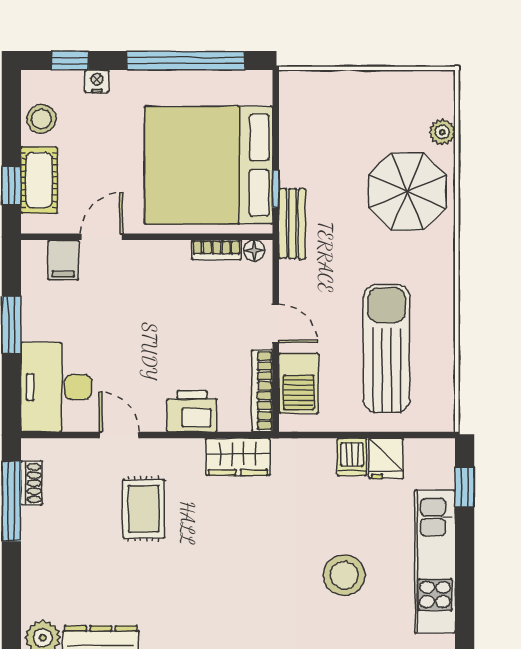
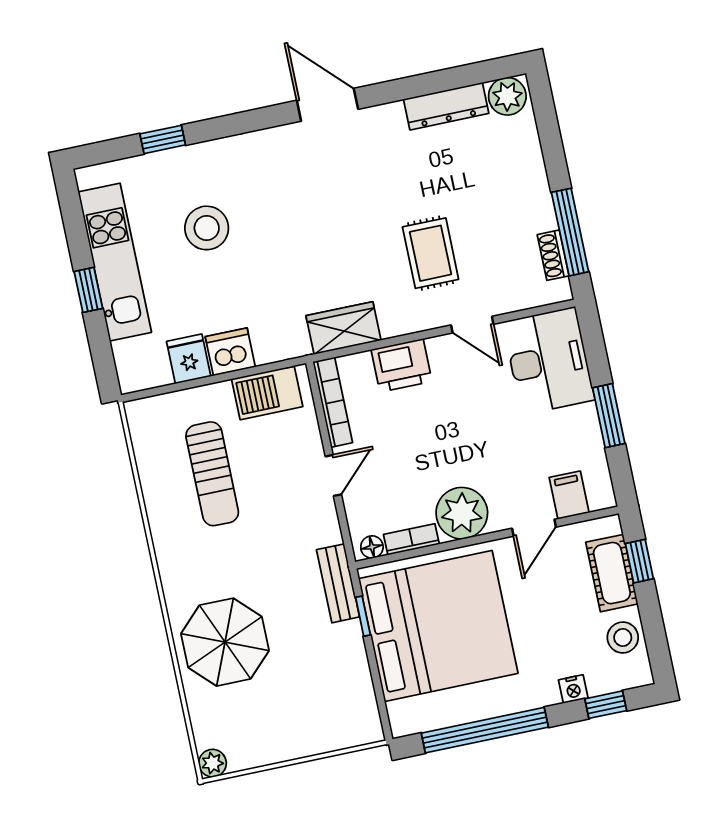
plant: (442, 132) -> (213, 763), moved
plant: (165, 264) -> (462, 513), added
door: (276, 324) -> (333, 475), swing flipped
sun lounger: (387, 348) -> (212, 474), width x0.73, depth x0.75
barbecue: (299, 383) -> (267, 393), moved, turned -90
dishwasher: (352, 457) -> (230, 352), width x1.38
window: (465, 487) -> (88, 290), moved

